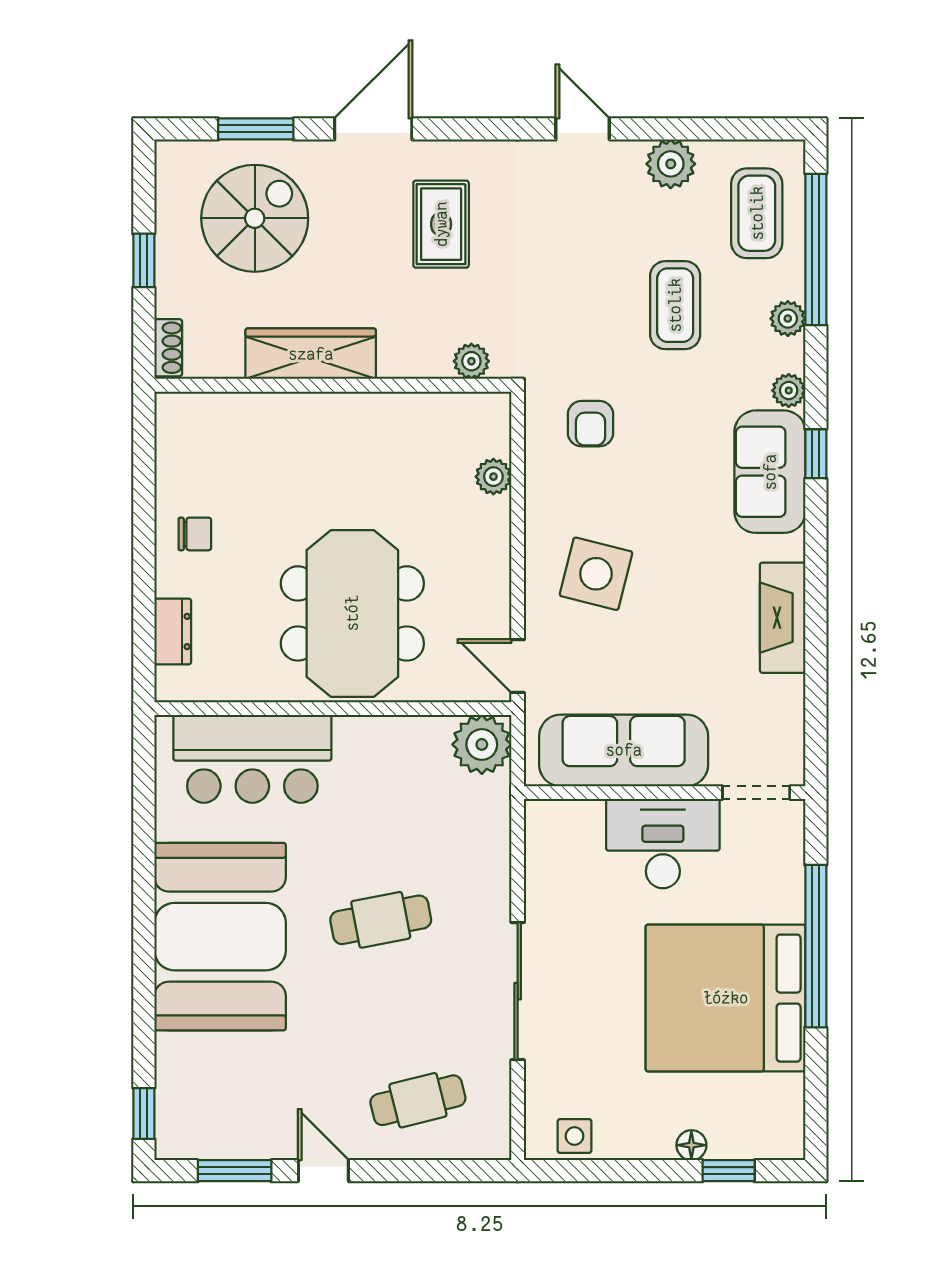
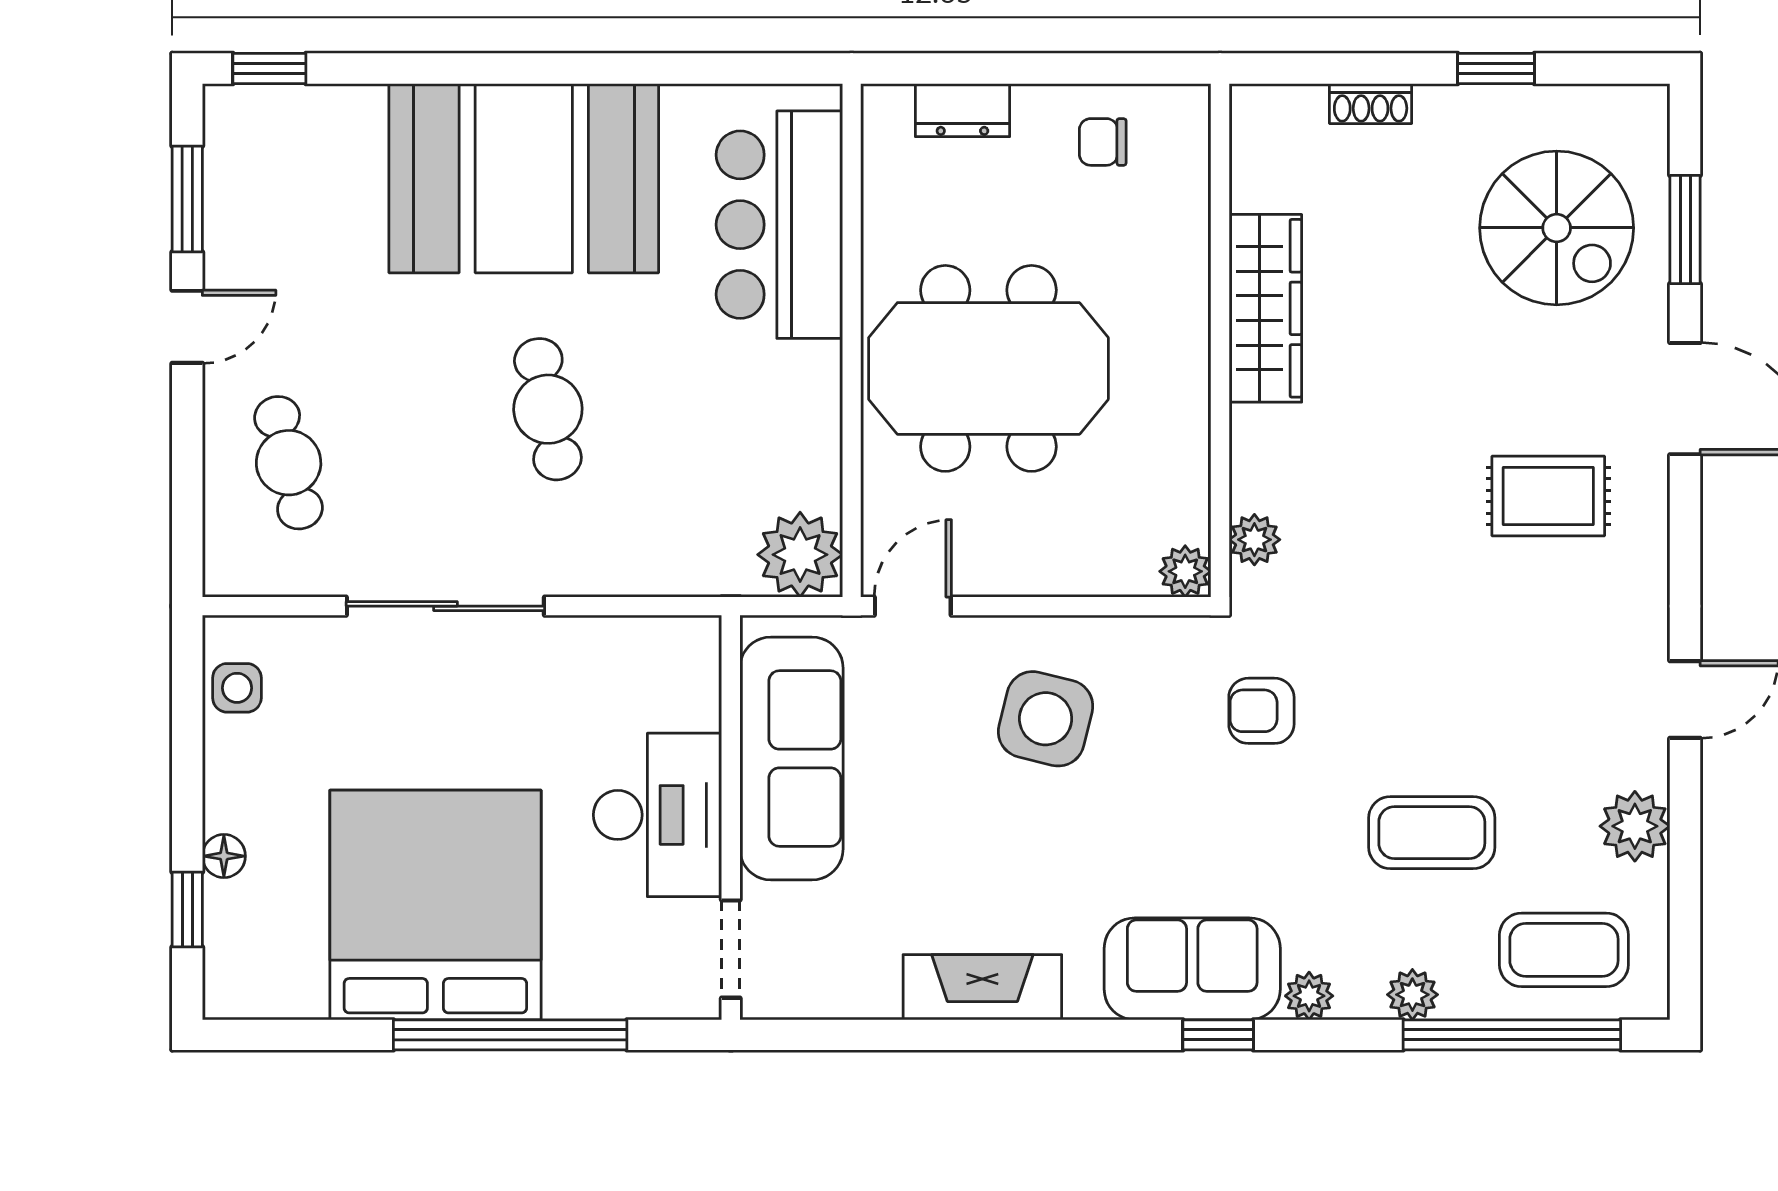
wardrobe: (311, 354) -> (1265, 308), moved
plant: (471, 361) -> (1254, 540), moved
wall: (333, 385) -> (1220, 340), moved
chair: (195, 534) -> (1103, 142), turned 90

